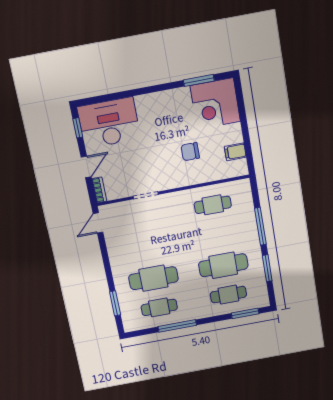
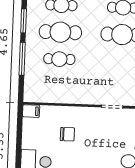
filing cabinet: (235, 152) -> (31, 111), moved
cafe table: (213, 205) -> (59, 59), moved

